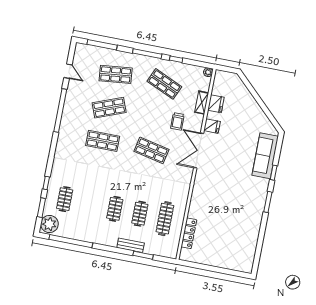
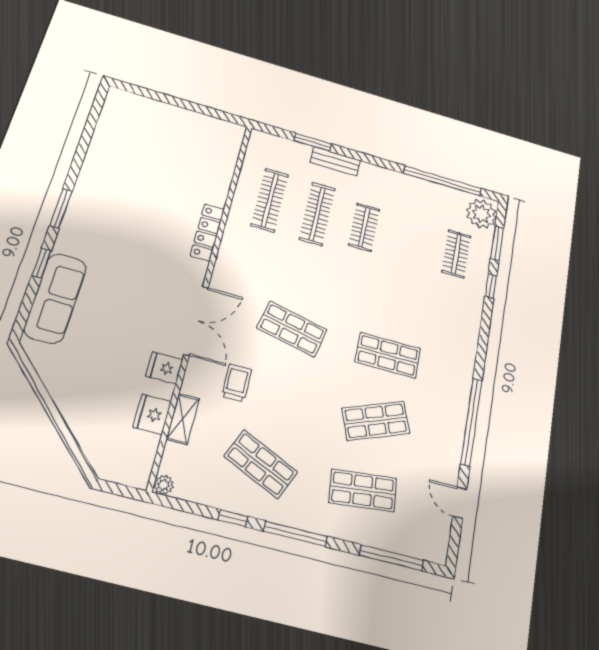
clothes rail: (140, 214) -> (317, 214), width x1.36
locker: (189, 233) -> (207, 232), moved

